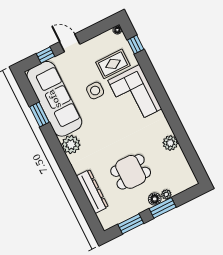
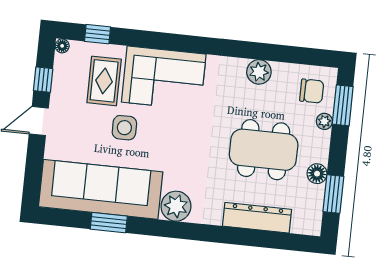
window: (45, 55) -> (43, 80), moved
dining table: (131, 172) -> (264, 150), width x1.38
chair: (178, 177) -> (312, 91), added
floor lamp: (155, 199) -> (317, 174), moved
window: (163, 208) -> (343, 105), moved

